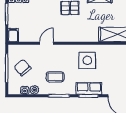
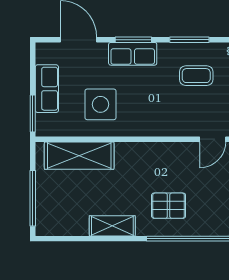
side table: (87, 60) -> (100, 104), moved

